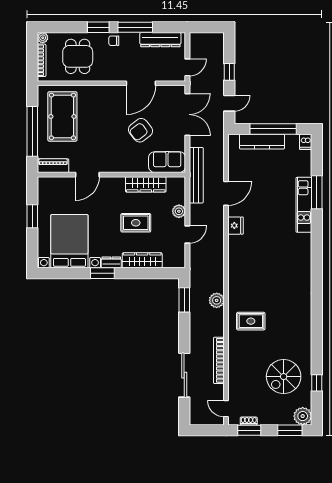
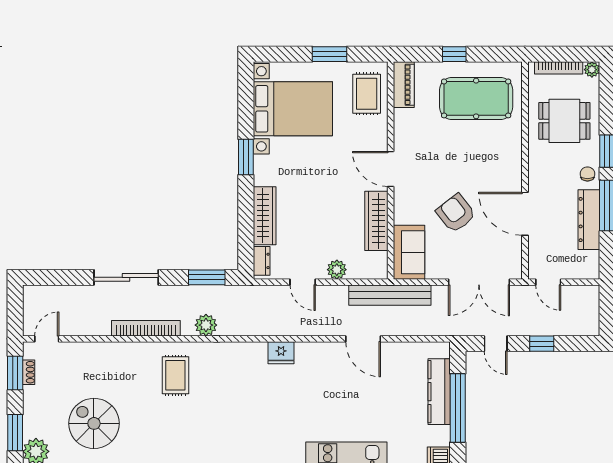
dresser: (160, 40) -> (589, 220), moved
window: (32, 131) -> (454, 54), width x0.32
door: (87, 175) -> (391, 169), moved
rug: (136, 223) -> (367, 94), moved
fridge: (235, 226) -> (281, 353), moved
dresser: (111, 262) -> (262, 261), moved
bookcase: (219, 360) -> (146, 328), moved
sliding door: (184, 375) -> (126, 277), moved

